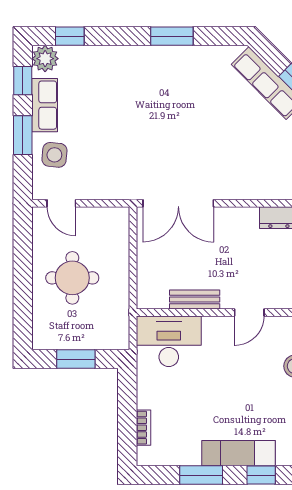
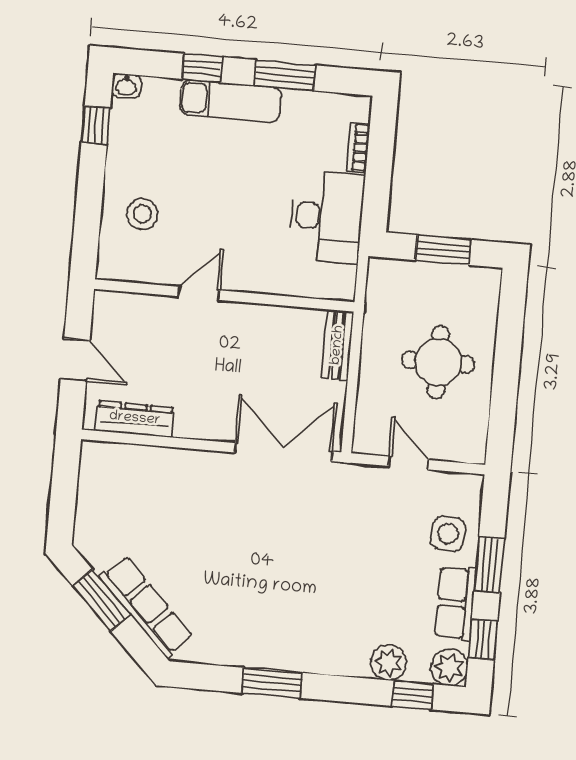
plant: (89, 58) -> (388, 662), added
door: (61, 203) -> (409, 463), moved
bench: (195, 299) -> (338, 345), moved, turned 90
desk: (169, 341) -> (327, 217), moved, turned -90

